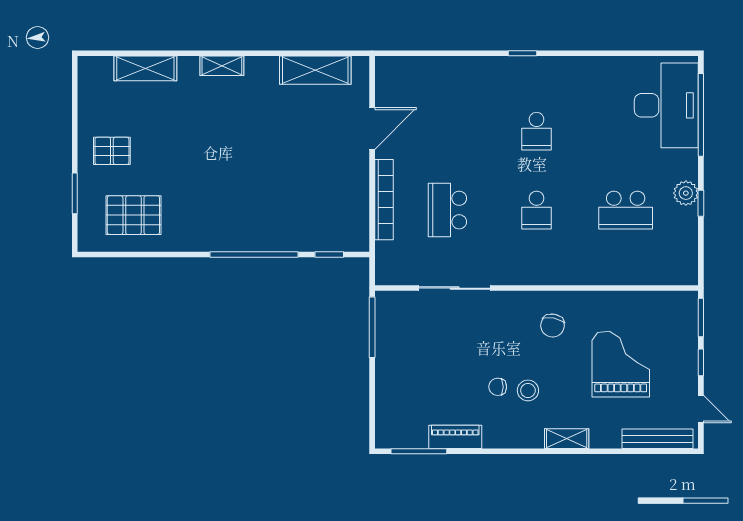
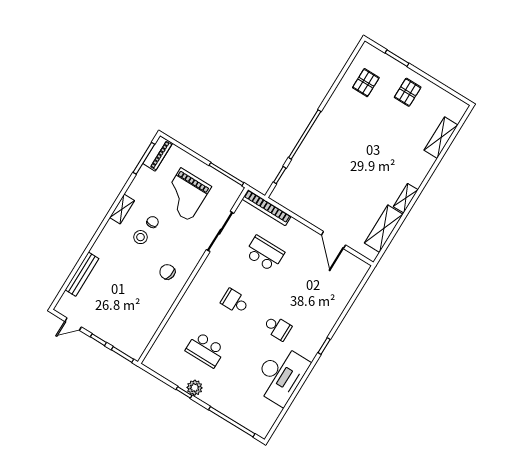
shelving: (222, 66) -> (406, 198), moved
desk: (666, 105) -> (281, 375), moved, turned -90
school desk: (537, 131) -> (277, 328), turned 180
bookcase: (384, 200) -> (267, 208), moved
school desk: (626, 210) -> (205, 350), turned -90
pallet: (133, 215) -> (366, 83), width x0.67, depth x0.71
grand piano: (621, 364) -> (185, 195), moved, turned 90
piano: (455, 437) -> (158, 153), moved
shelving: (567, 439) -> (122, 209), moved
bench: (657, 439) -> (82, 274), moved

